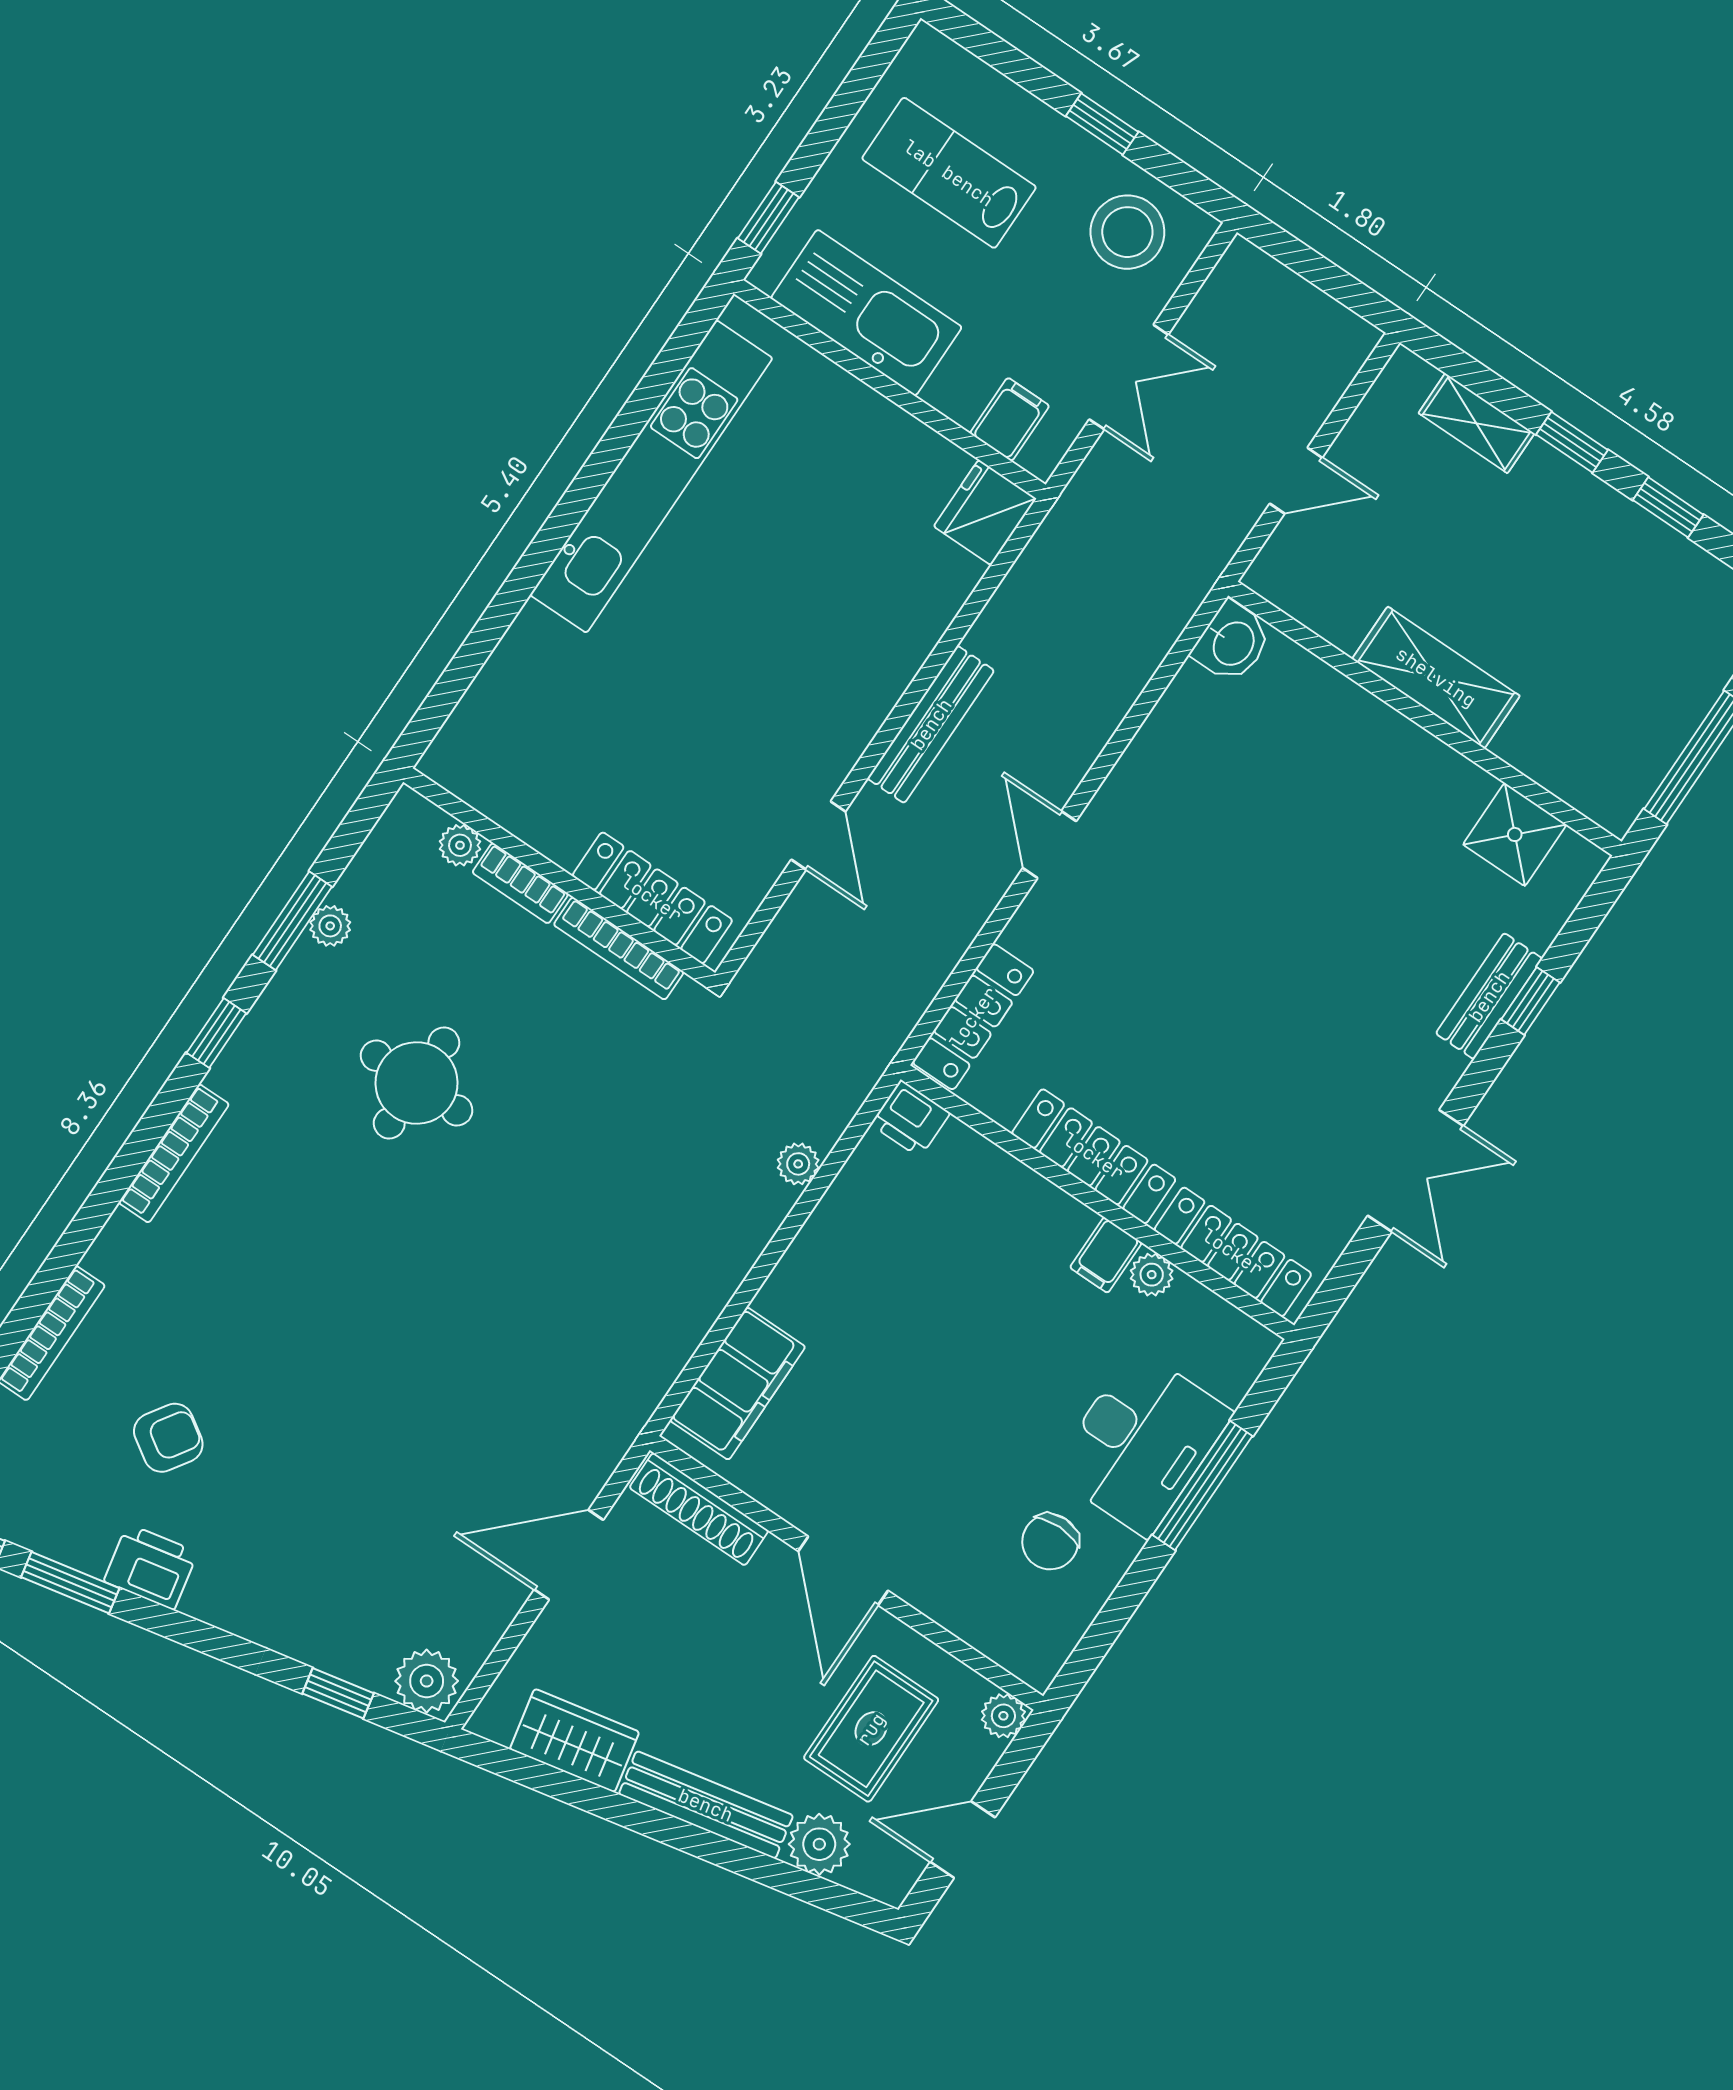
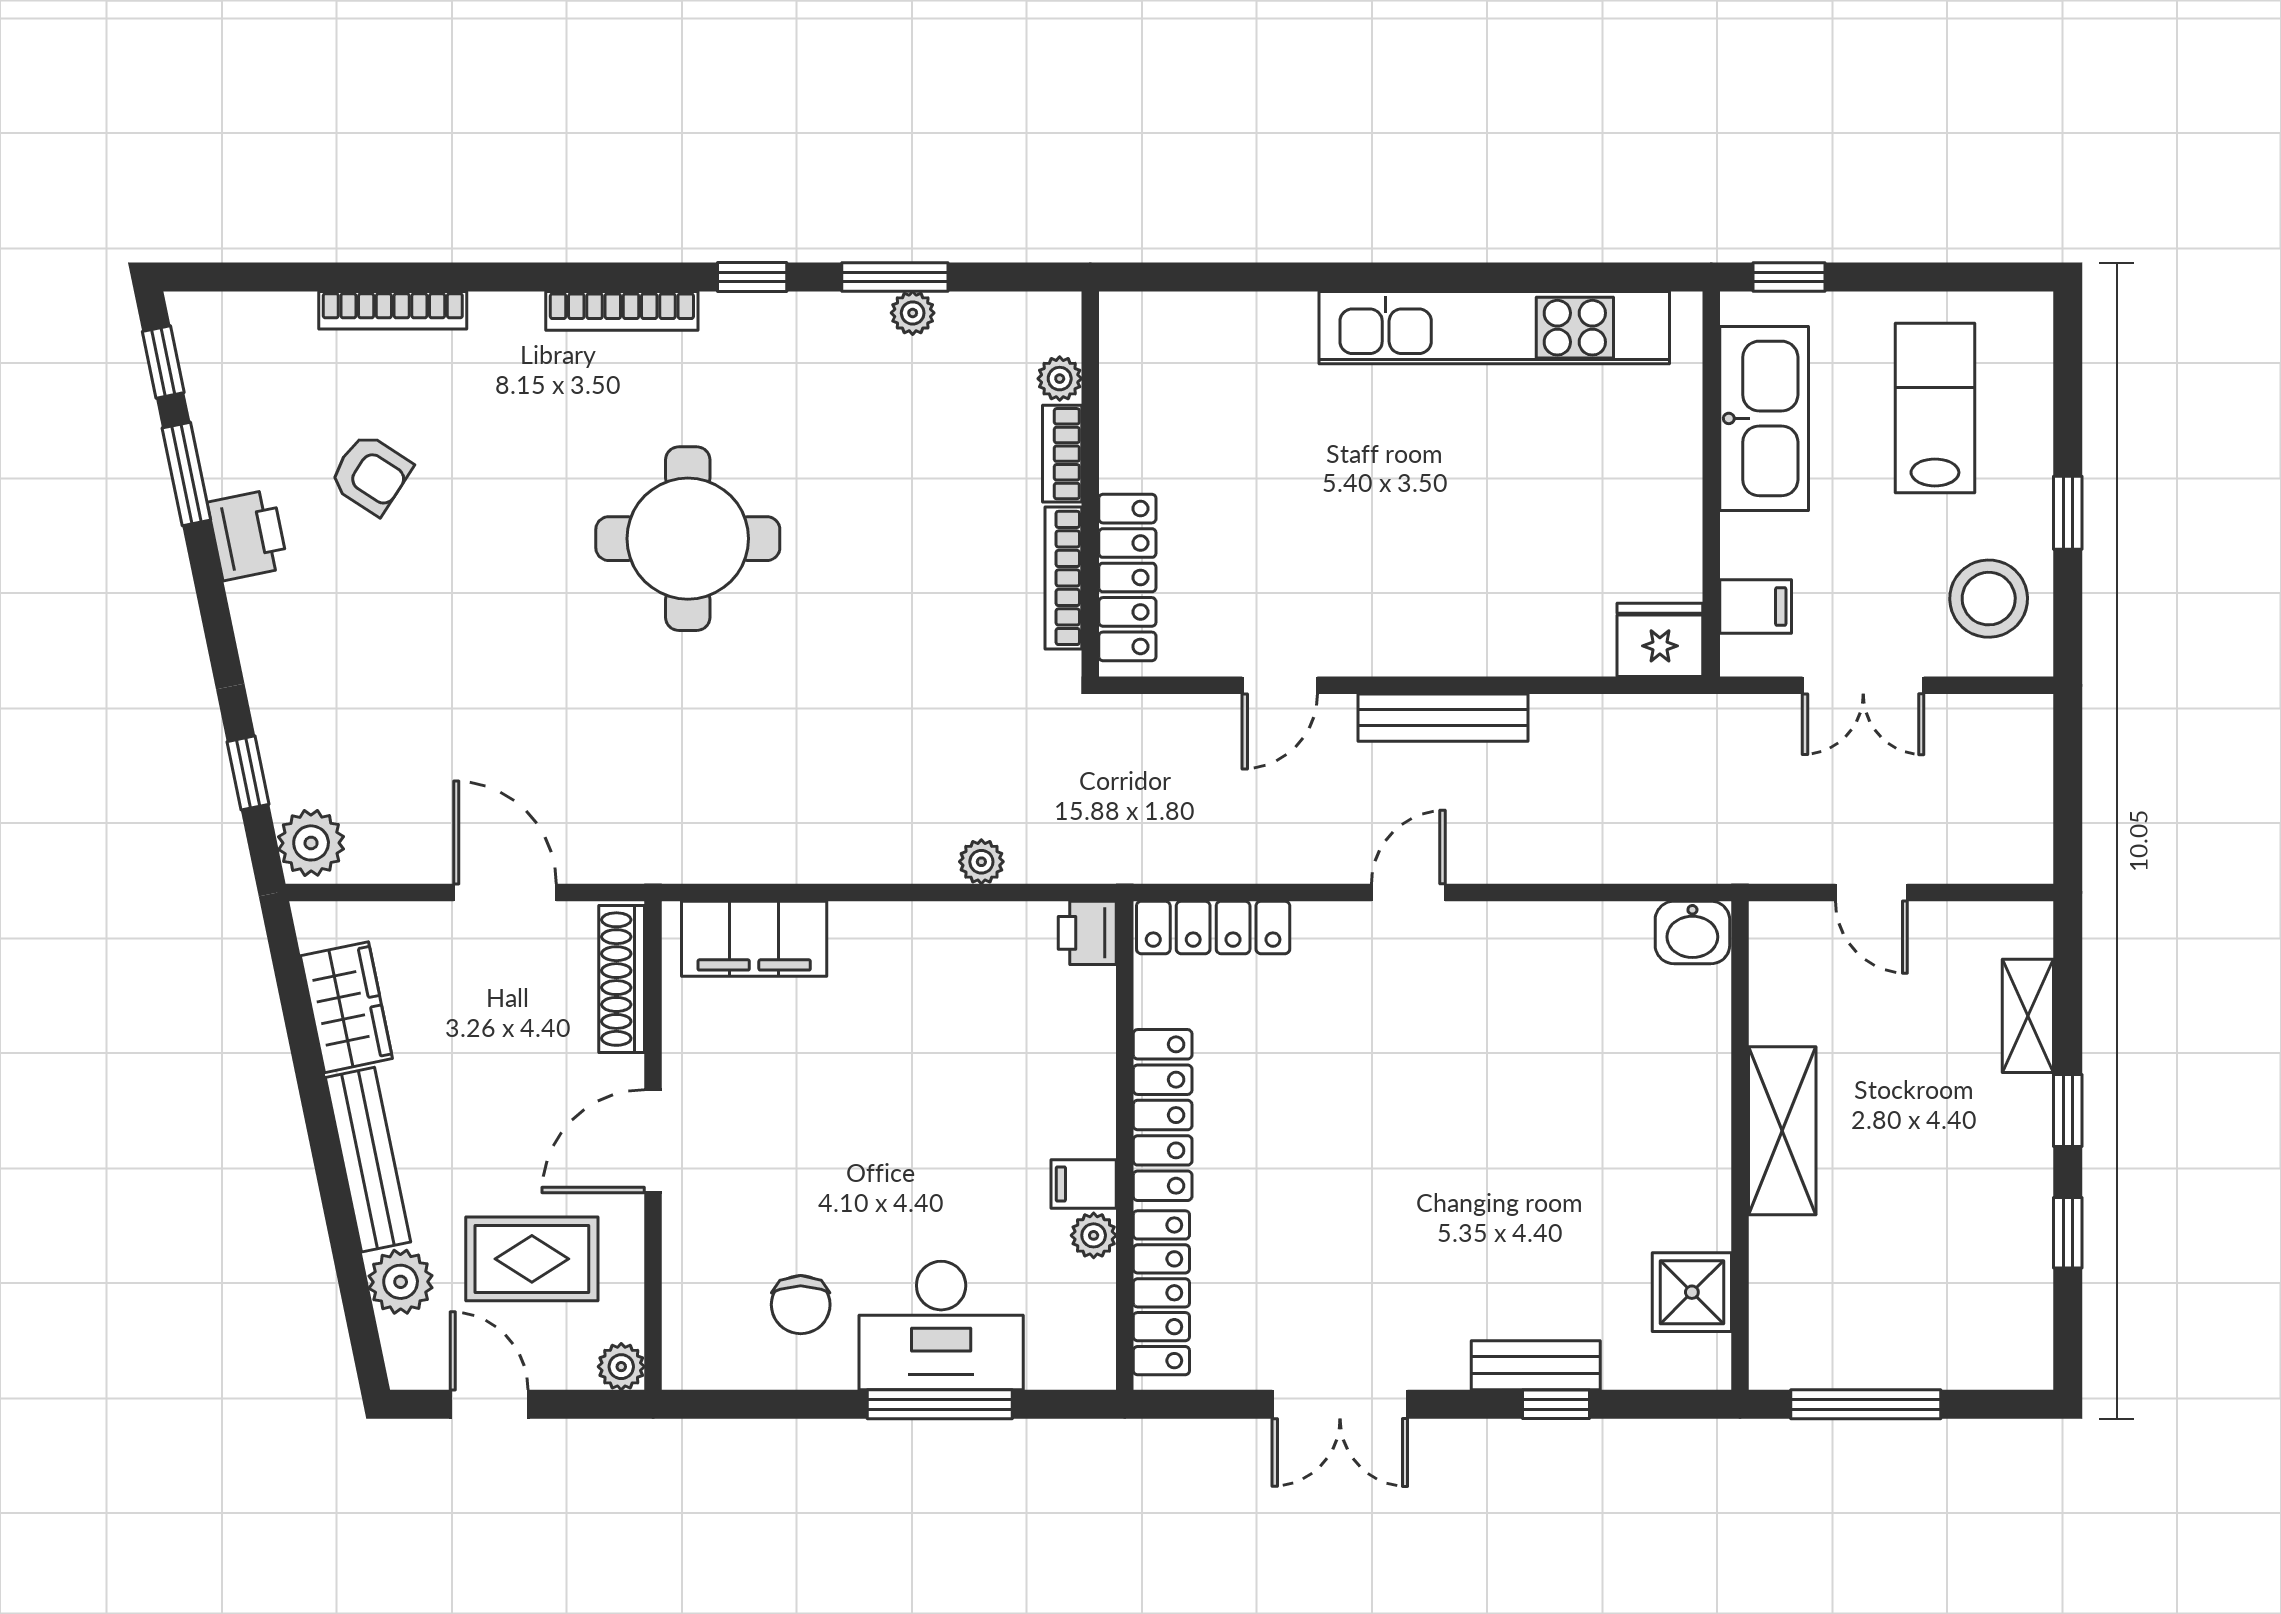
round table: (417, 1083) -> (688, 539), moved, width x1.36, depth x1.36
chair: (1050, 1542) -> (801, 1305), turned -90

